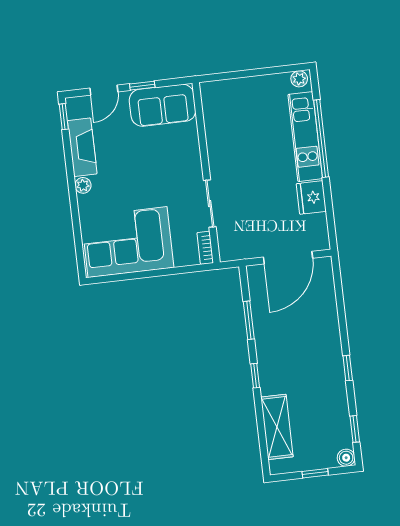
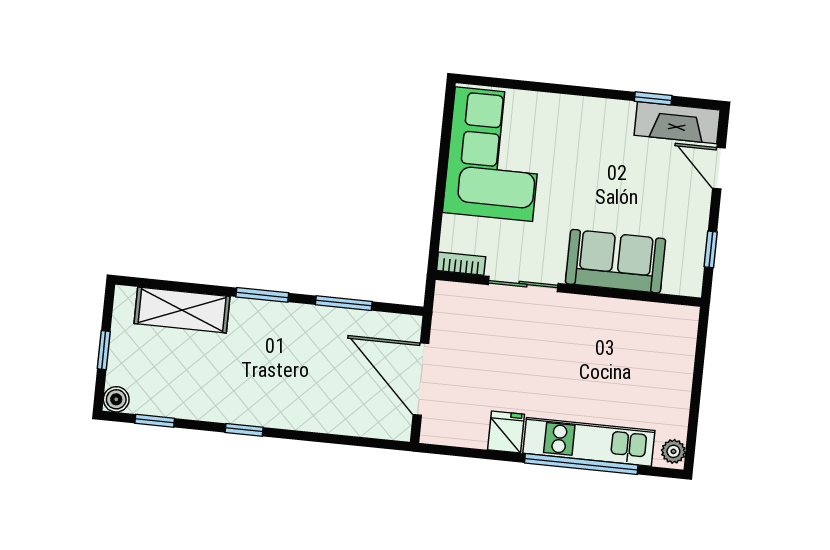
window: (142, 86) -> (711, 249), moved
sofa: (163, 105) -> (616, 261), moved, turned 90
window: (64, 117) -> (653, 98), moved
fireplace: (82, 147) -> (677, 123), moved
plant: (83, 185) -> (589, 108), removed
fridge: (311, 197) -> (506, 432), width x0.72
window: (255, 376) -> (262, 295), width x1.50

